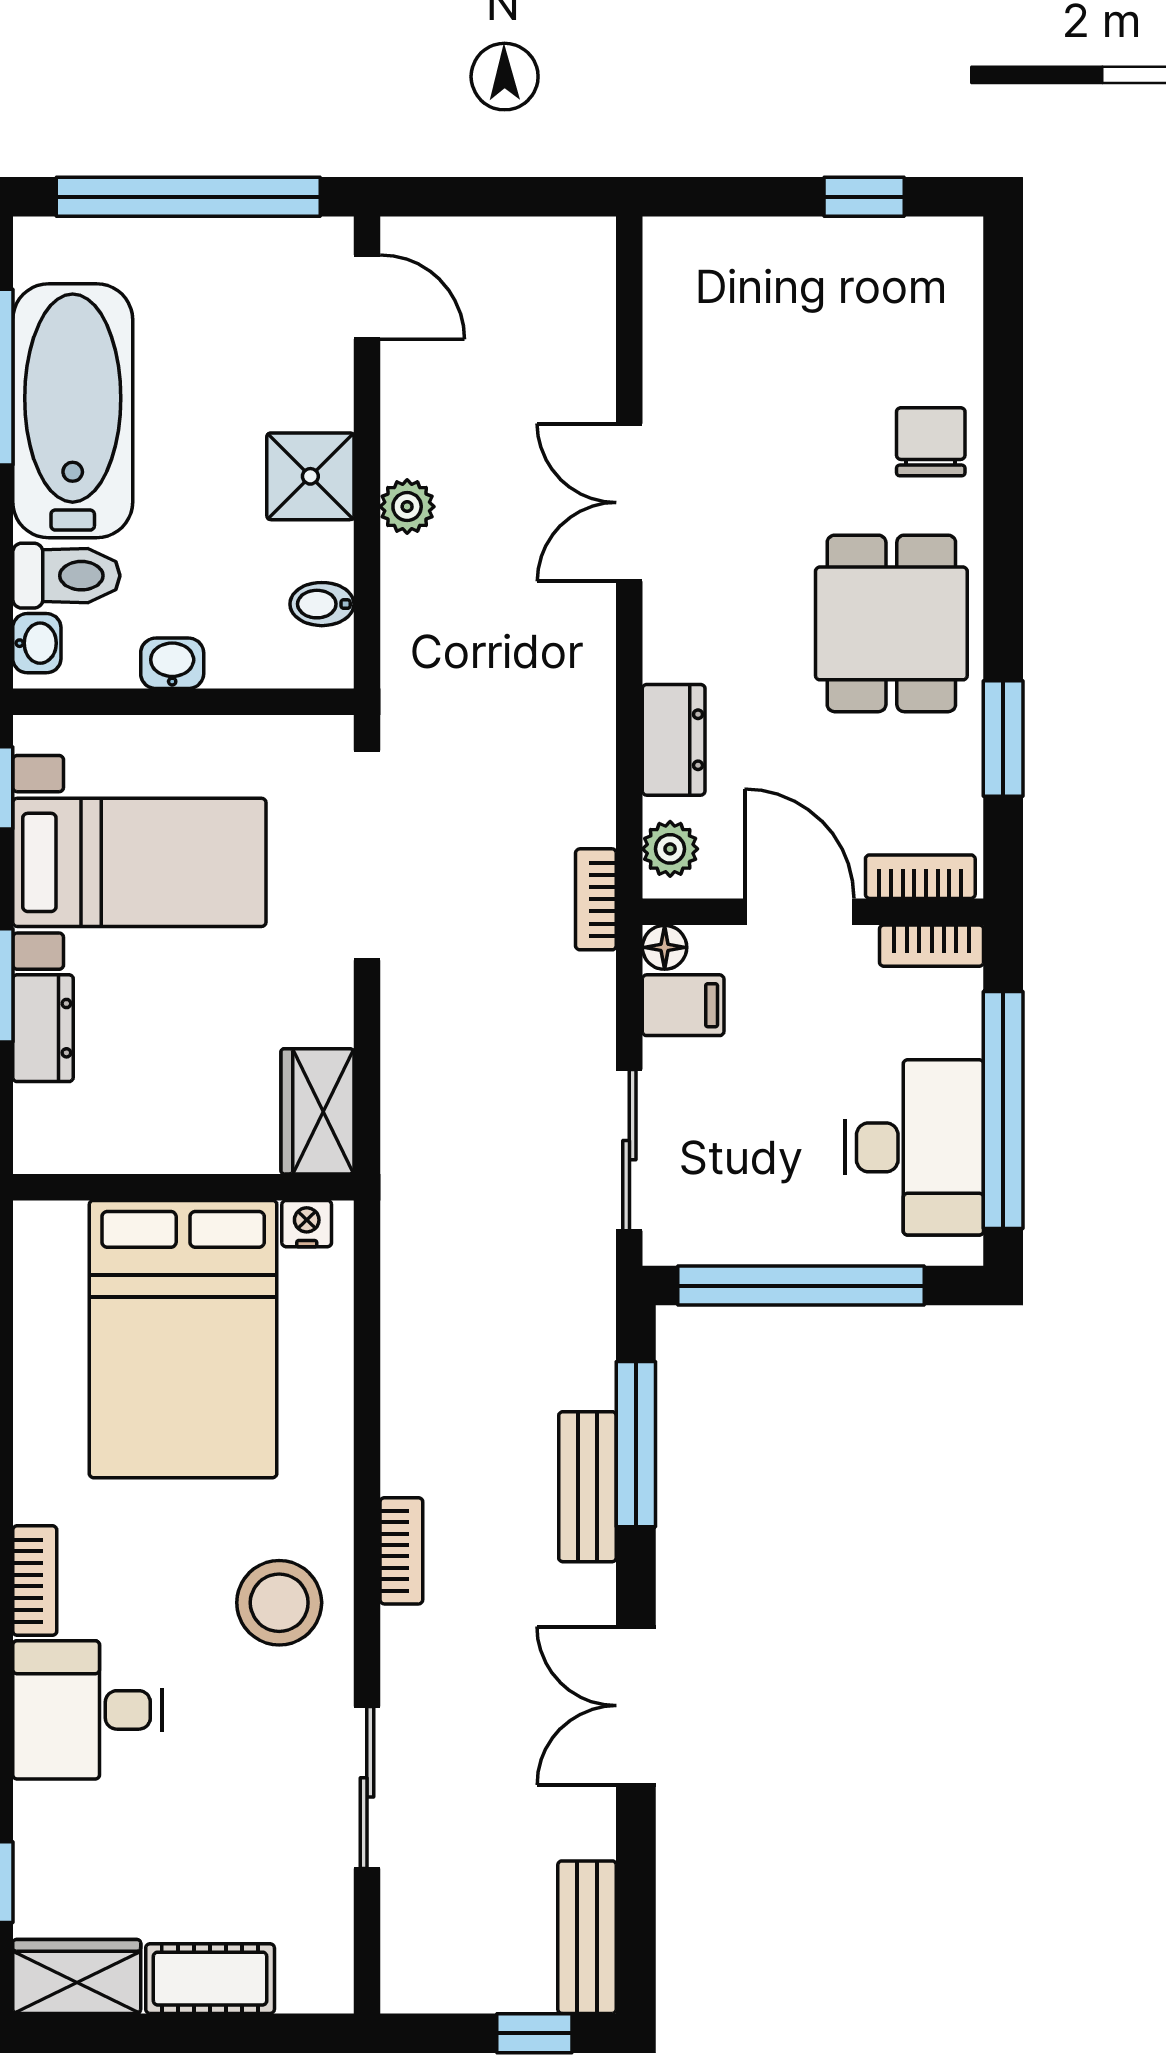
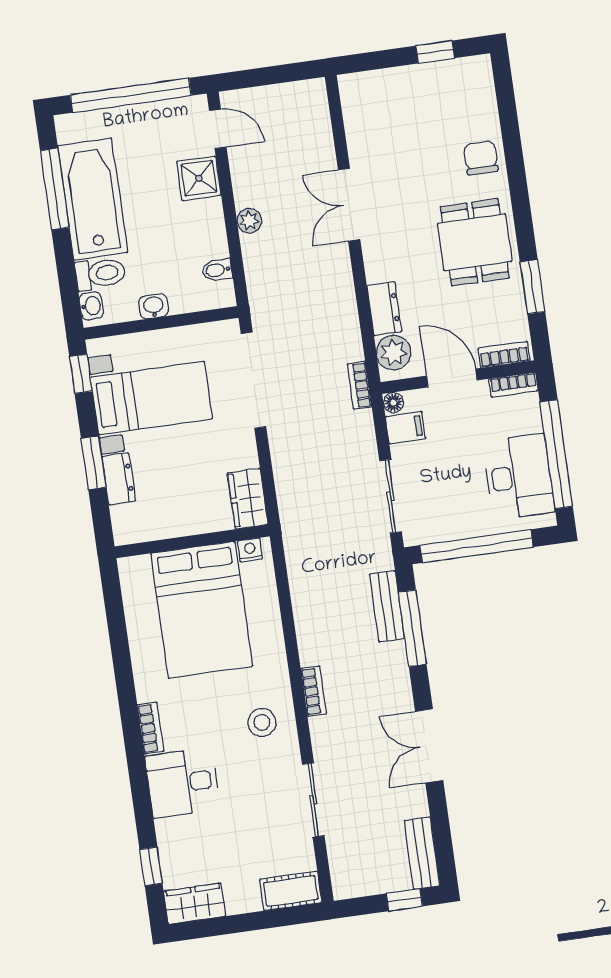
shower: (310, 476) -> (199, 178), moved
plant: (670, 849) -> (394, 353), width x1.38, depth x1.38
bench: (587, 1487) -> (387, 606), moved
stool: (279, 1603) -> (262, 722), width x0.73, depth x0.73
cot: (210, 1979) -> (291, 891), moved

